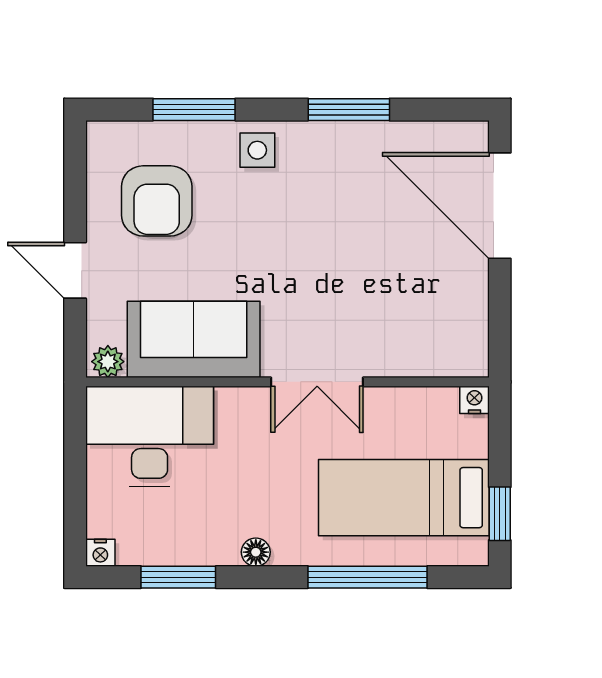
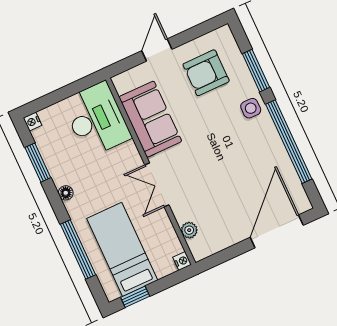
window: (349, 110) -> (289, 142), width x2.11
plant: (108, 362) -> (189, 230), moved

